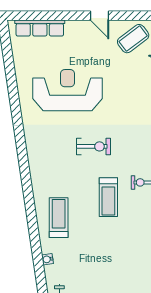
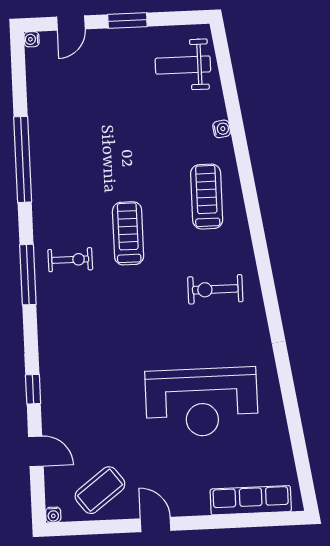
exercise bike: (93, 146) -> (215, 289), moved
treadmill: (59, 218) -> (207, 197), turned 180

